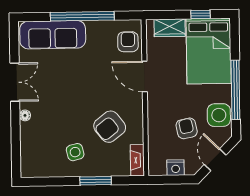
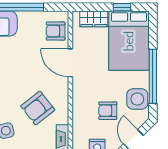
armchair: (128, 42) -> (56, 31), turned -90
armchair: (187, 128) -> (108, 111), turned -78

